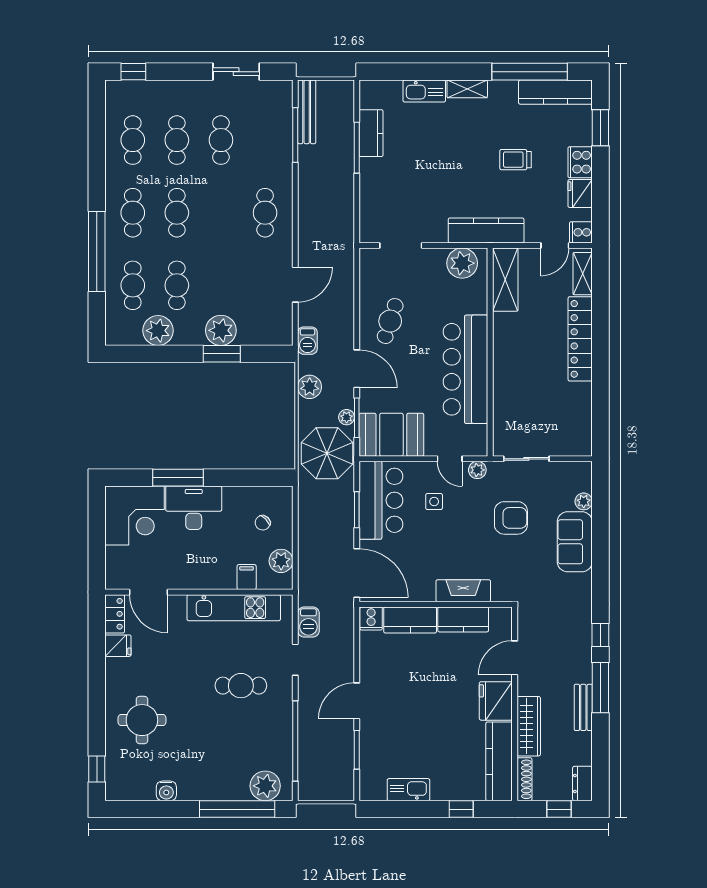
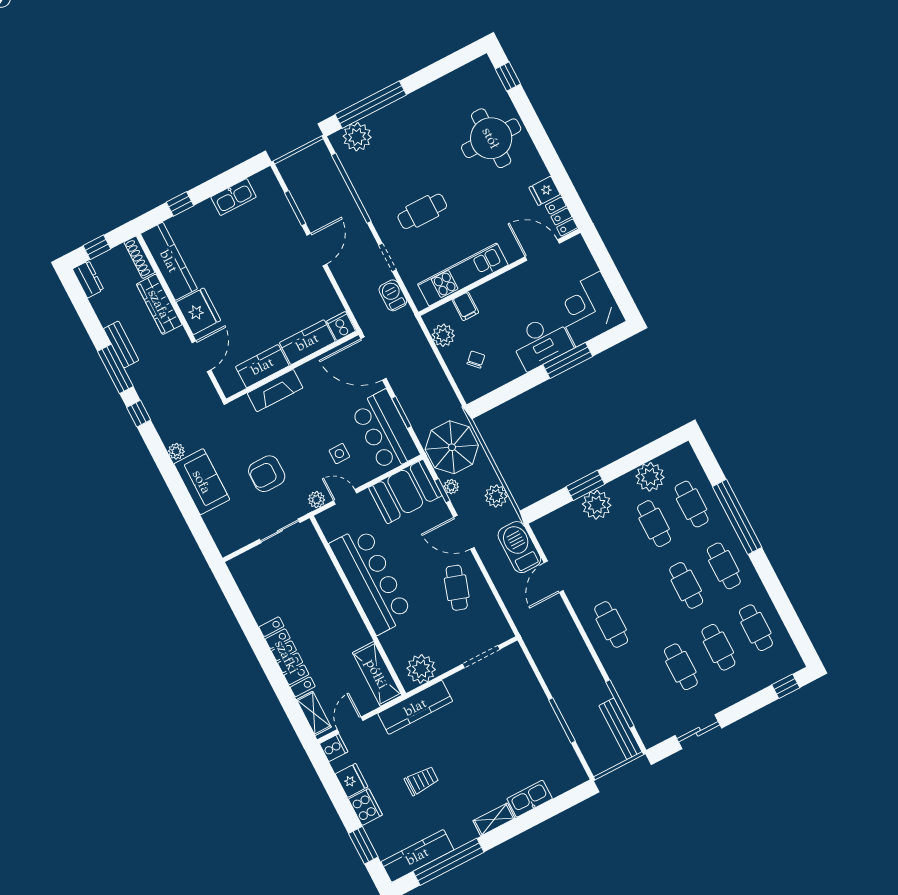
kitchen counter: (371, 133) -> (556, 739), removed
barbecue: (307, 341) -> (519, 547), width x1.88, depth x1.53
window: (357, 418) -> (442, 491), width x0.67
plant: (584, 501) -> (176, 451), moved
round table: (142, 720) -> (491, 138), width x1.36, depth x1.36
water cooler: (166, 791) -> (439, 89), removed

